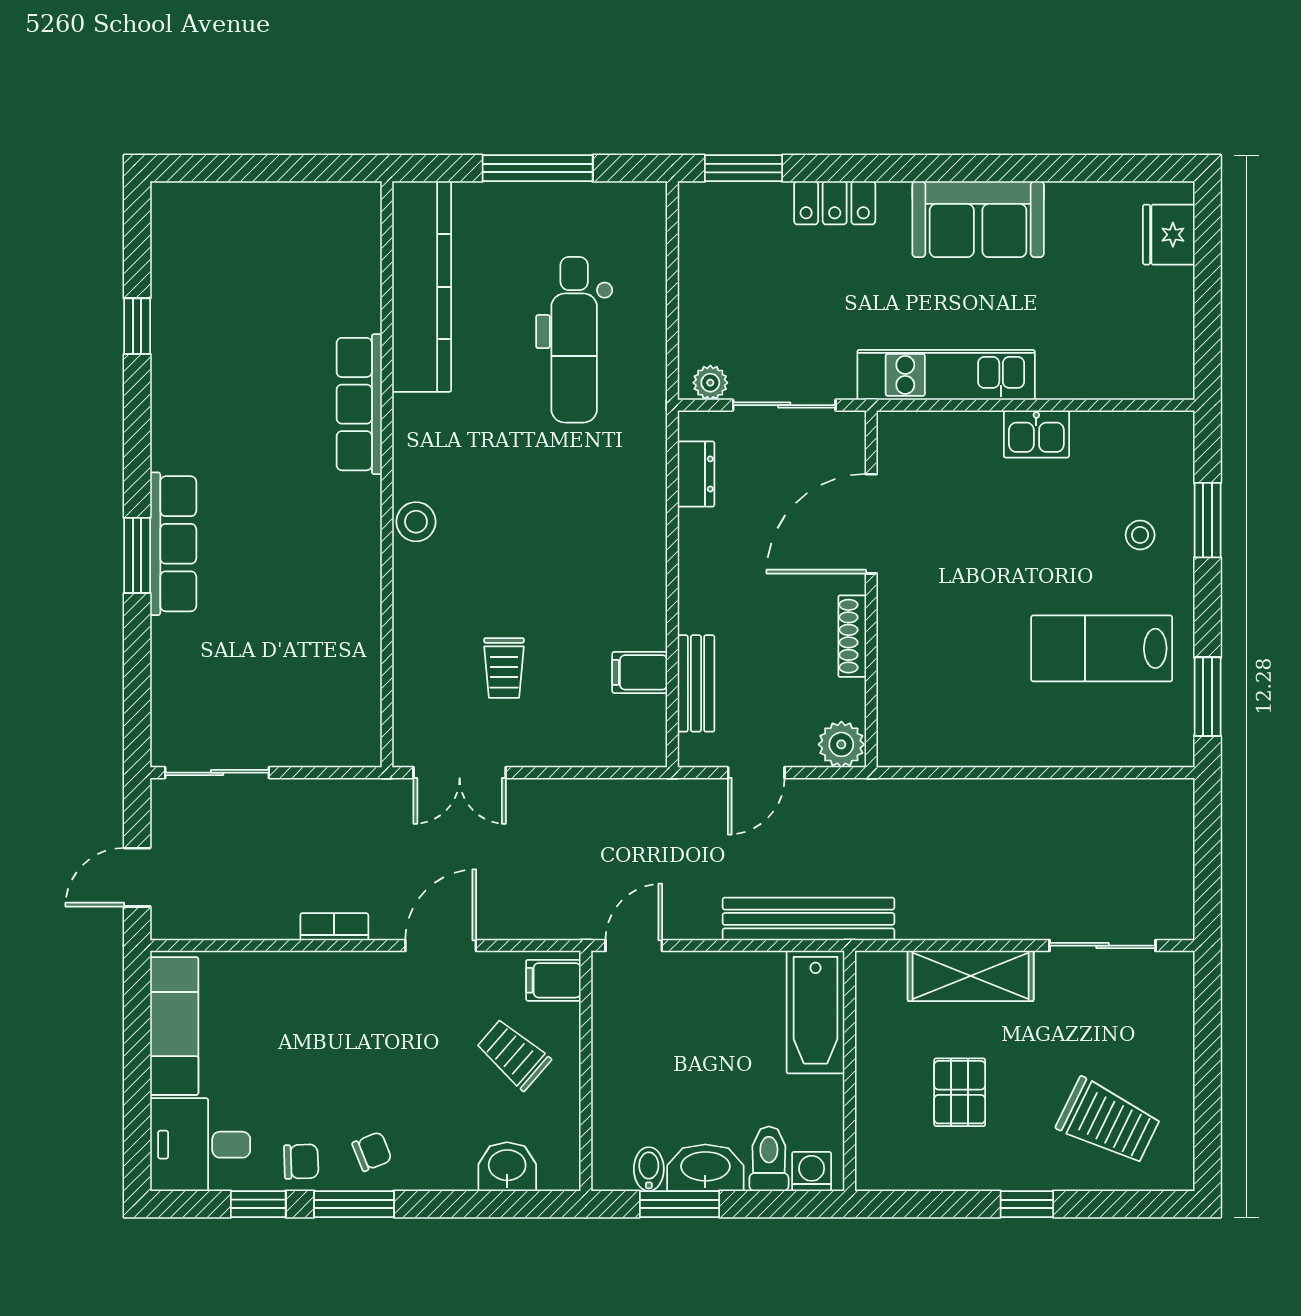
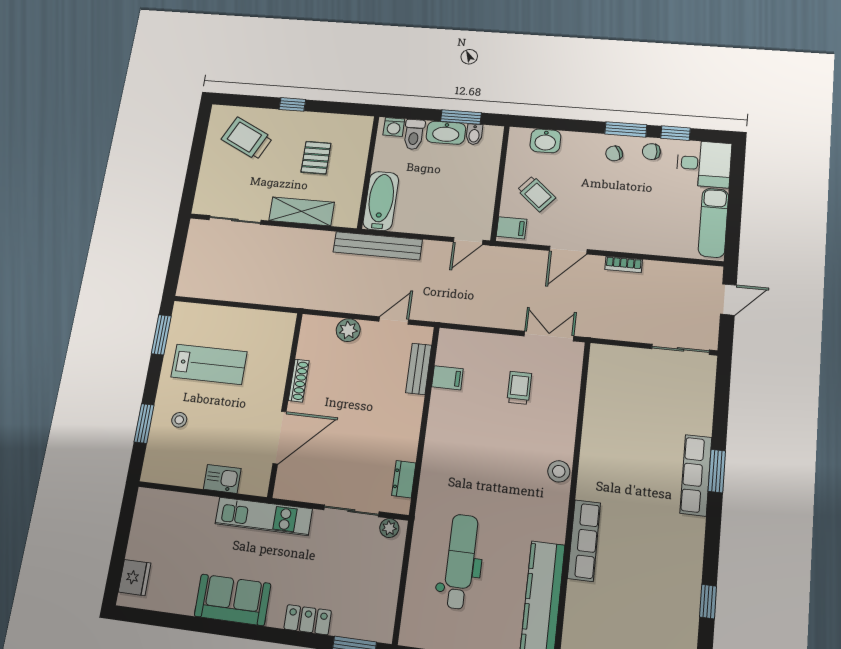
door: (871, 524) -> (280, 438), moved
wall: (871, 589) -> (285, 404), moved
shoe rack: (852, 636) -> (299, 381), moved

